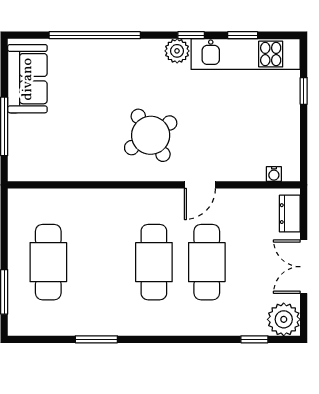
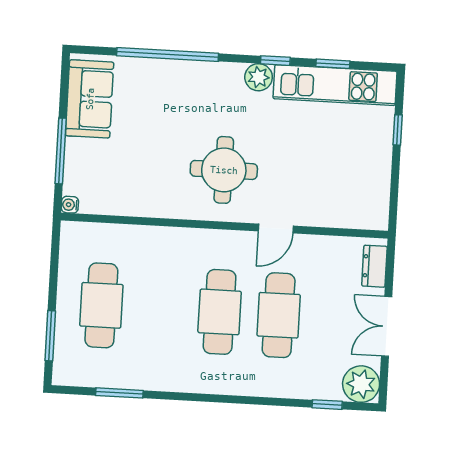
round table: (151, 135) -> (224, 170), turned 33
water cooler: (274, 174) -> (70, 205), moved, turned 90
window: (96, 339) -> (119, 393), moved

